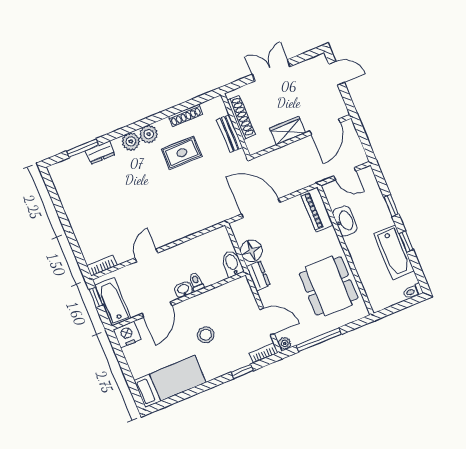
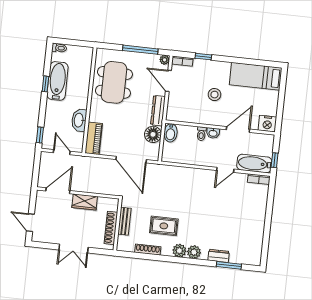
window: (391, 206) -> (40, 135), moved
dresser: (258, 276) -> (158, 111), width x1.44
bathtub: (113, 302) -> (254, 164), moved, turned 90

